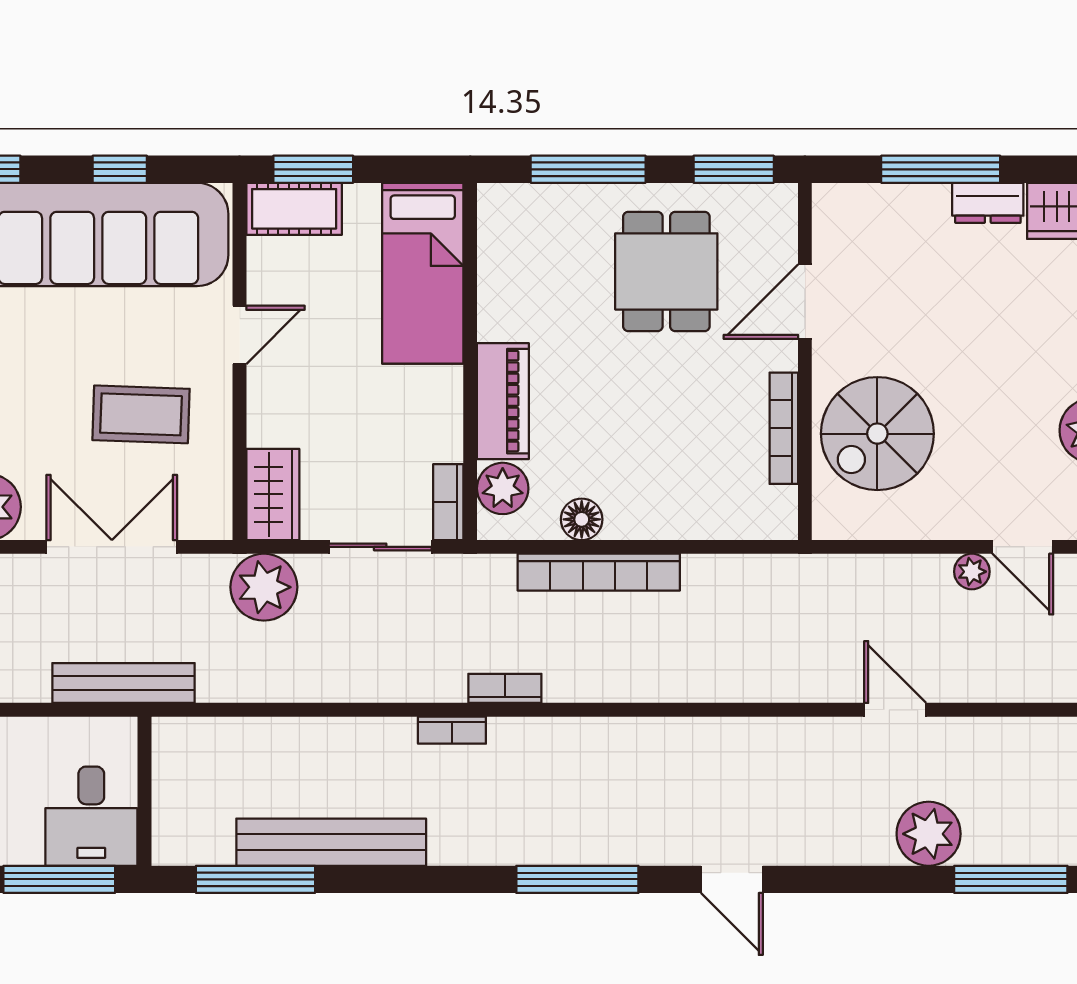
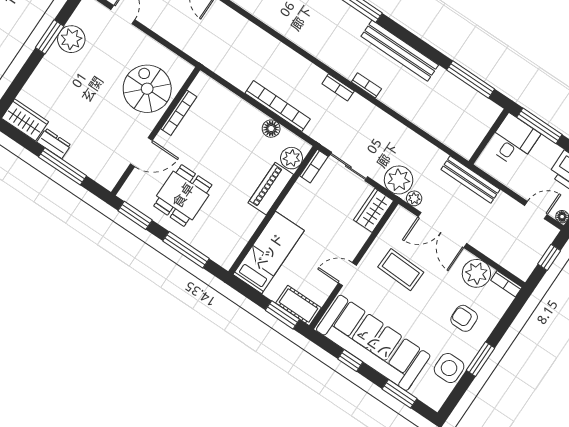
spiral stairs: (877, 434) -> (147, 89), turned -90
plant: (972, 572) -> (414, 198), moved
bench: (331, 842) -> (400, 51), moved

